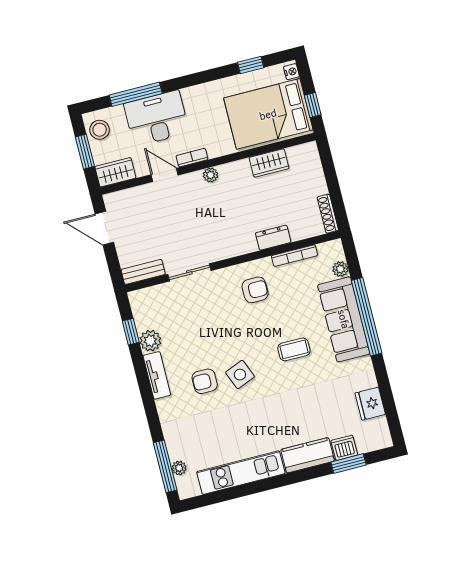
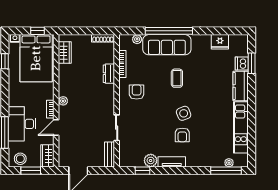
wardrobe: (269, 163) -> (65, 53), moved

